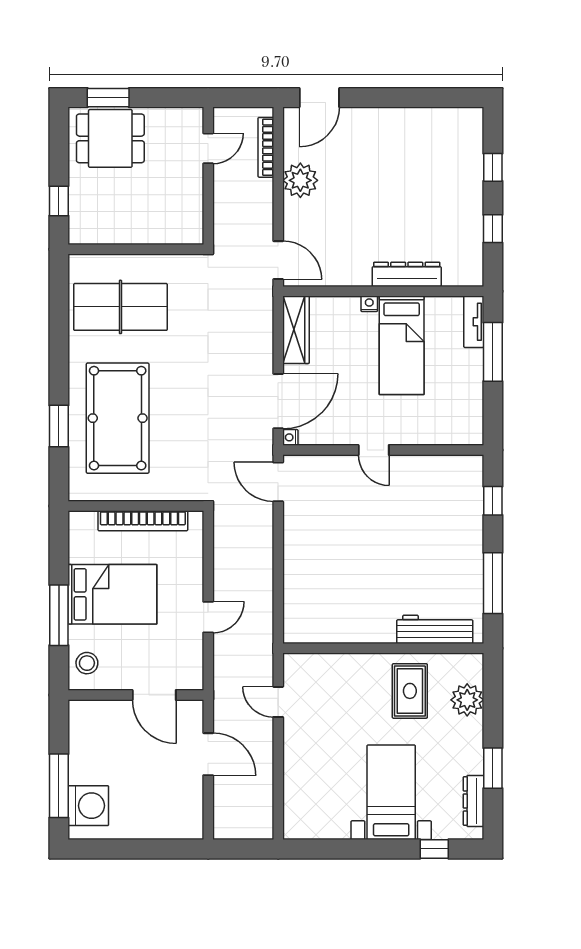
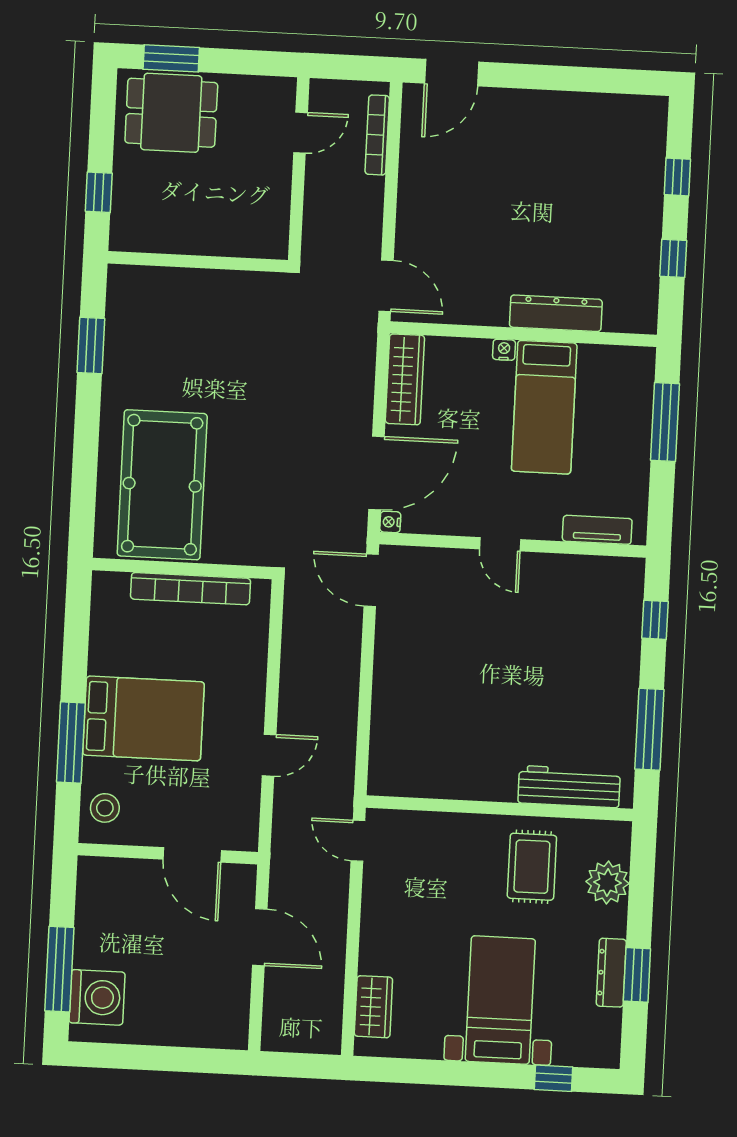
plant: (300, 180) -> (421, 181), removed
table tennis table: (120, 307) -> (173, 337), removed
tv unit: (474, 322) -> (597, 530), moved, turned 90
window: (59, 426) -> (91, 346), moved
wall: (136, 506) -> (182, 569), moved
bookcase: (143, 521) -> (190, 589), moved
door: (278, 702) -> (358, 841), moved
dresser: (474, 801) -> (611, 973), moved
wardrobe: (296, 802) -> (373, 1007), added

